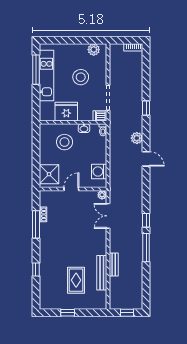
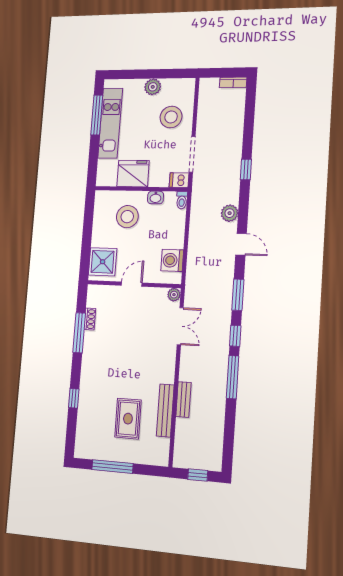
plant: (94, 50) -> (153, 87), moved
stool: (81, 77) -> (171, 117), moved
window: (146, 193) -> (238, 295), added
double door: (108, 216) -> (180, 326), swing flipped
window: (68, 313) -> (112, 467), width x2.17

